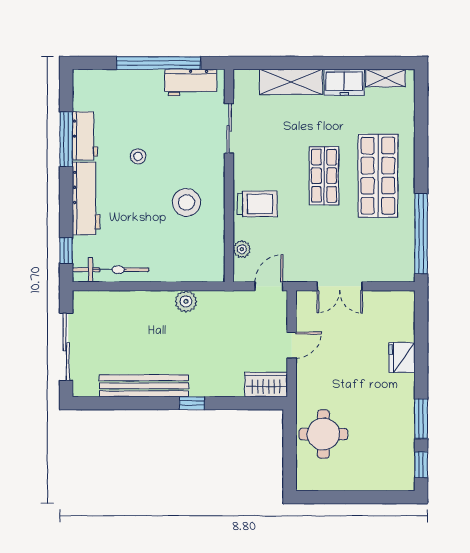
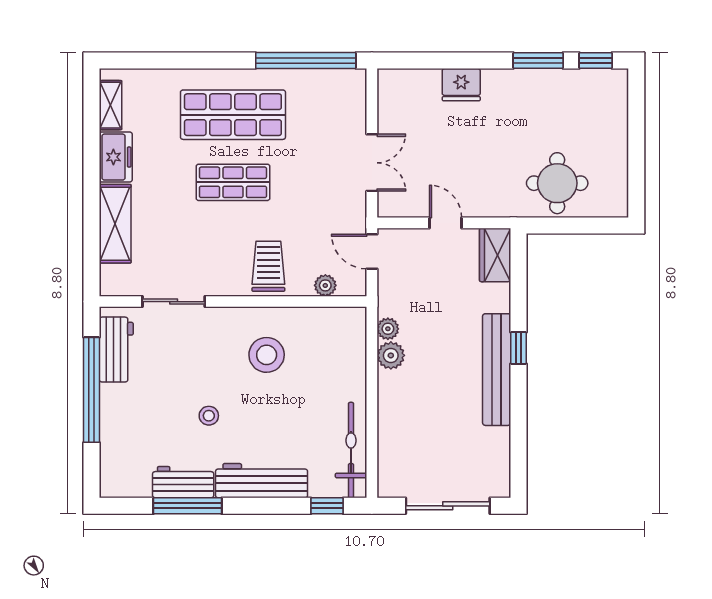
plant: (207, 299) -> (388, 329), added
bench: (144, 386) -> (497, 370), moved

